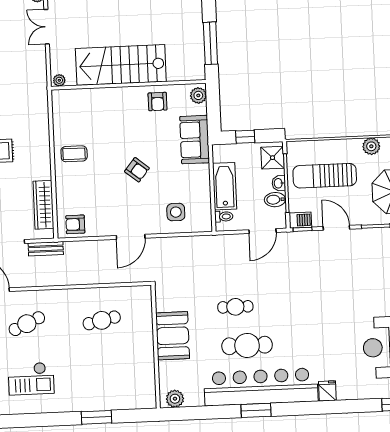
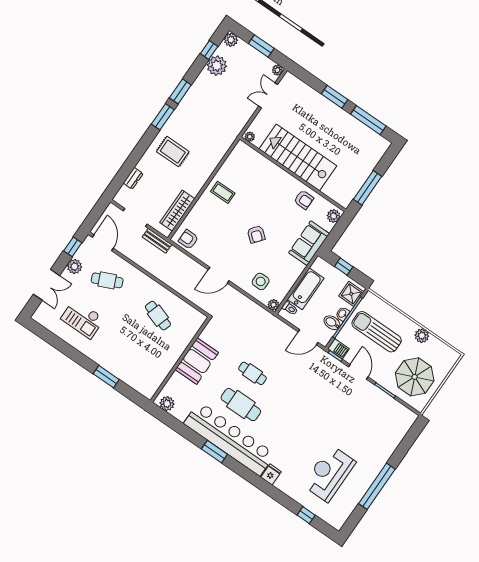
armchair: (158, 102) -> (304, 200), turned -90
plant: (205, 225) -> (273, 305), added
cafe table: (102, 320) -> (158, 316), turned 30

